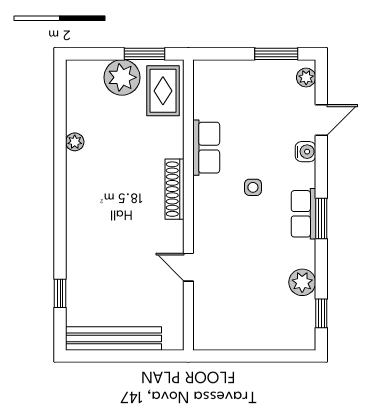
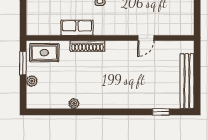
plant: (122, 77) -> (32, 81), width x0.53, depth x0.53
shoe rack: (174, 189) -> (87, 46), moved

